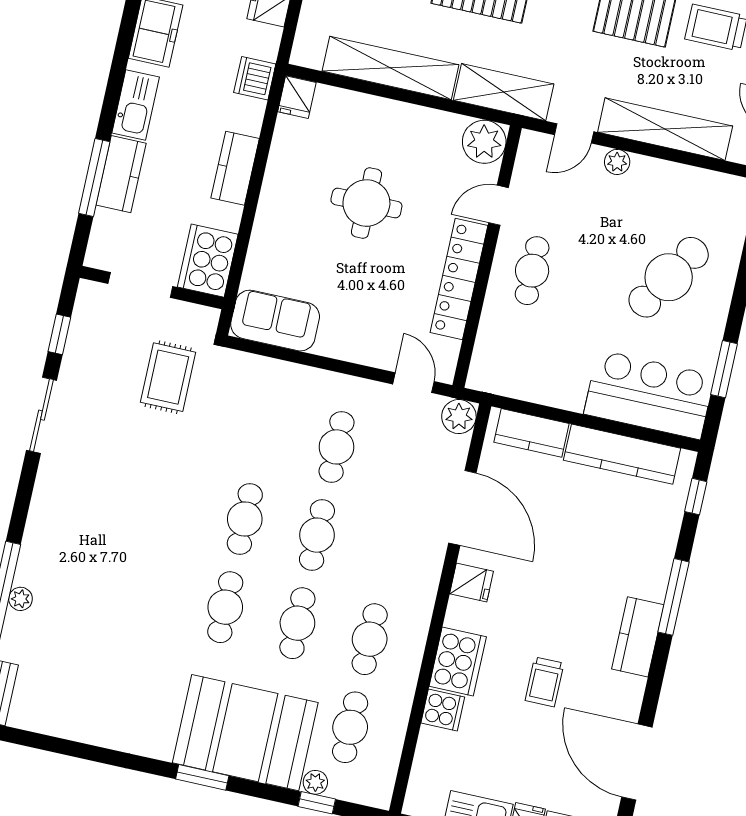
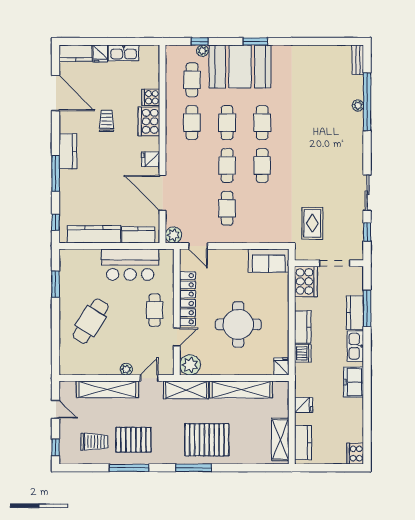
dishwasher: (255, 78) -> (303, 353), moved
round table: (366, 203) -> (238, 324), width x1.36, depth x1.36
bar counter: (649, 395) -> (130, 265), moved

